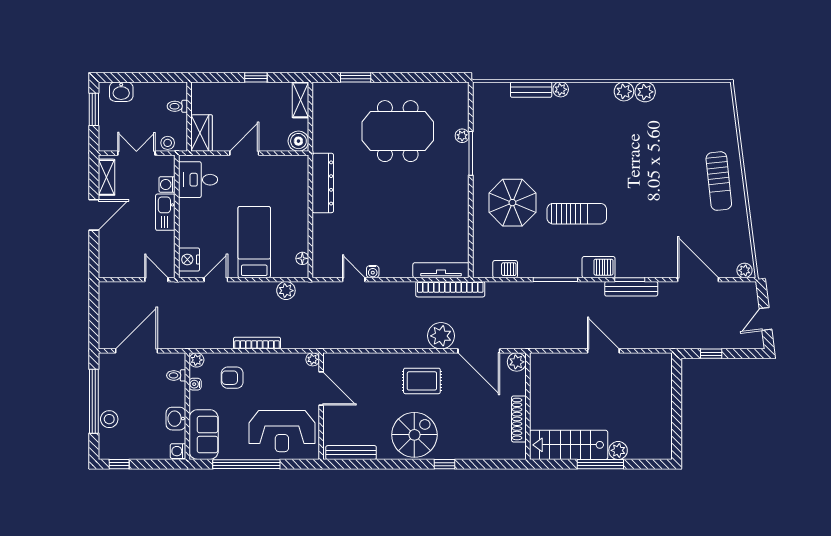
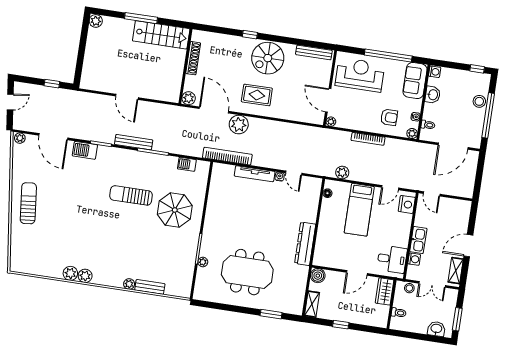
barbecue: (599, 267) -> (85, 150), moved
tv unit: (441, 270) -> (255, 174), moved
bench: (631, 289) -> (134, 142), moved
plant: (618, 450) -> (96, 21), moved

